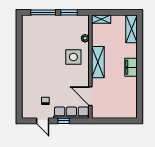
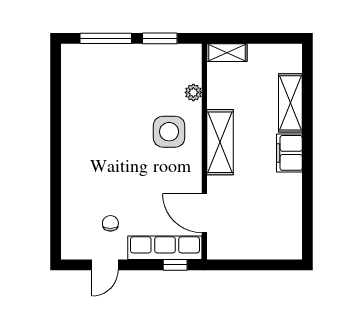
shelving: (132, 29) -> (290, 103), moved
door: (43, 121) -> (105, 265), hinge flipped
window: (64, 121) -> (175, 265), moved

